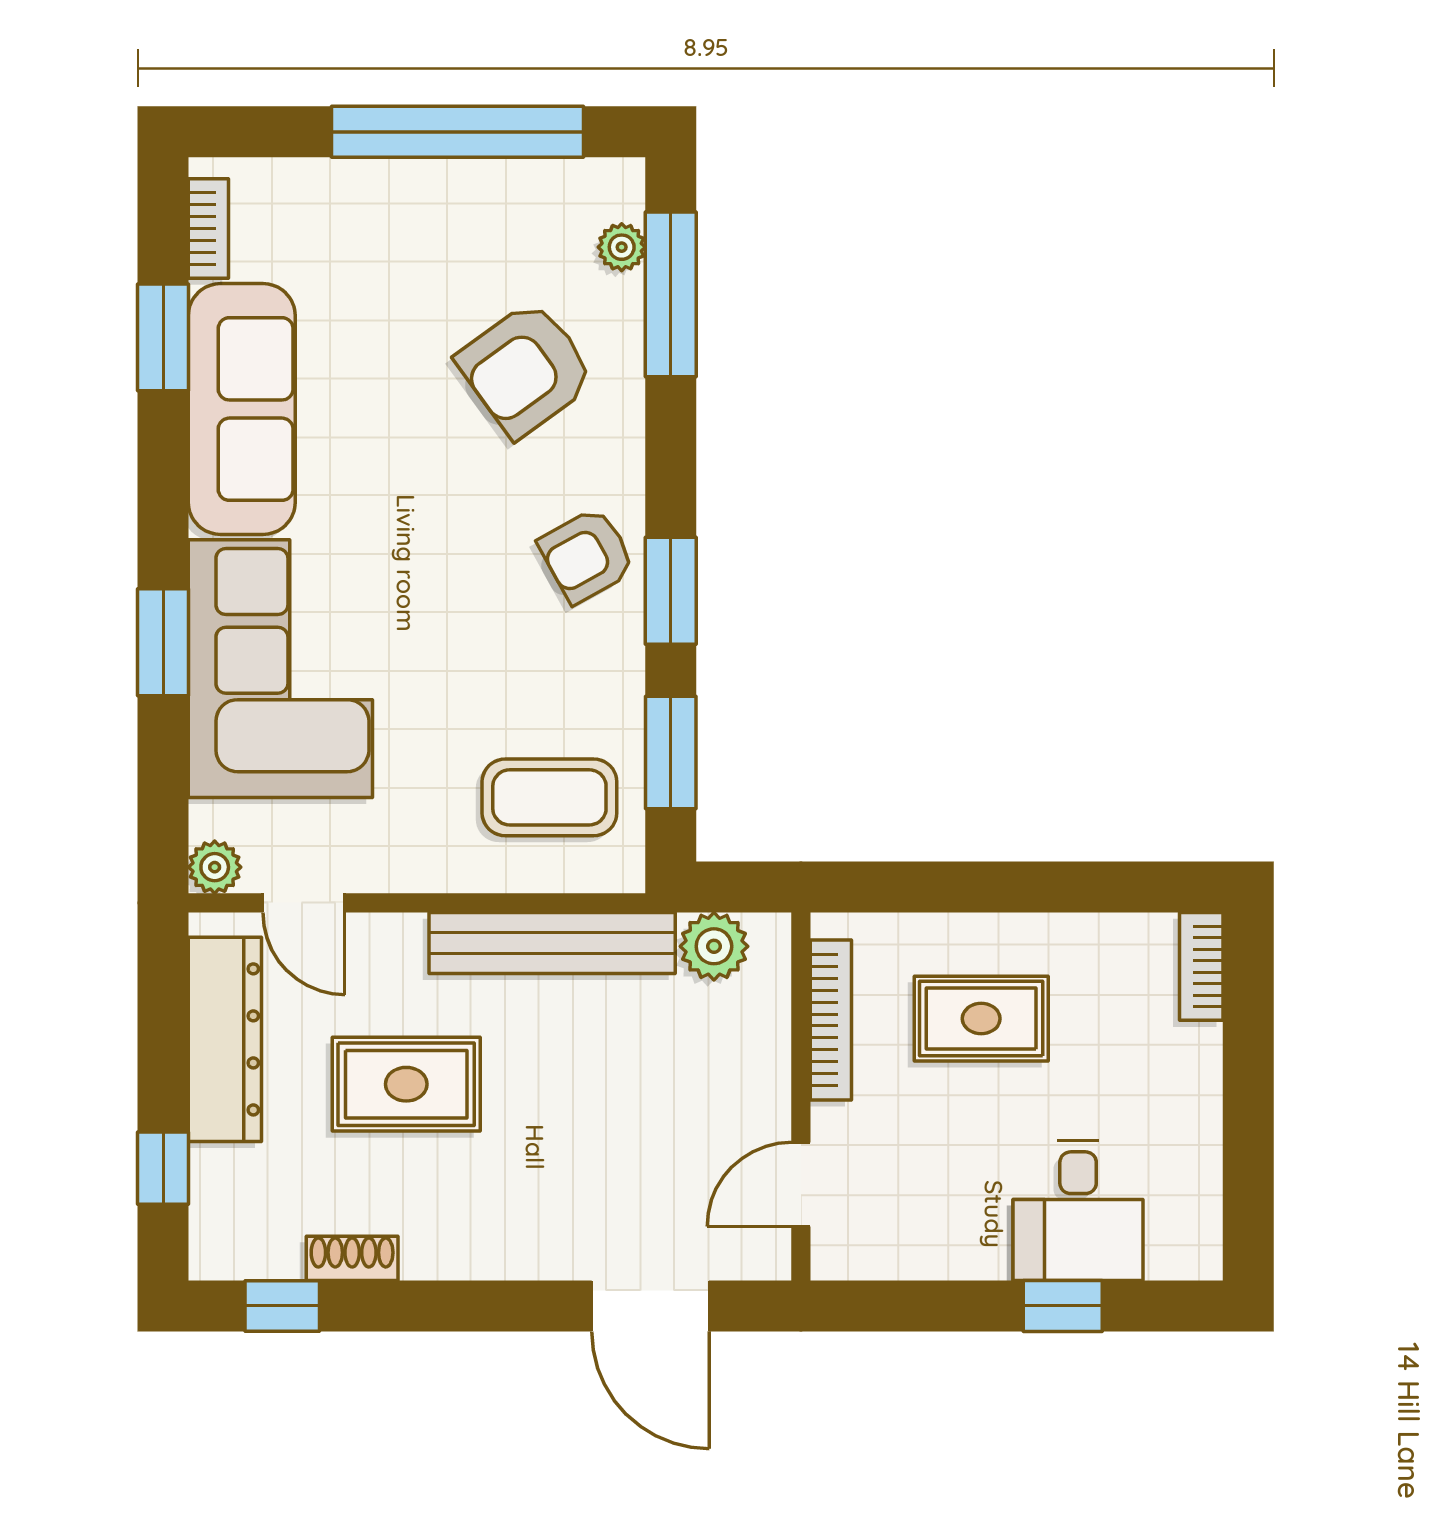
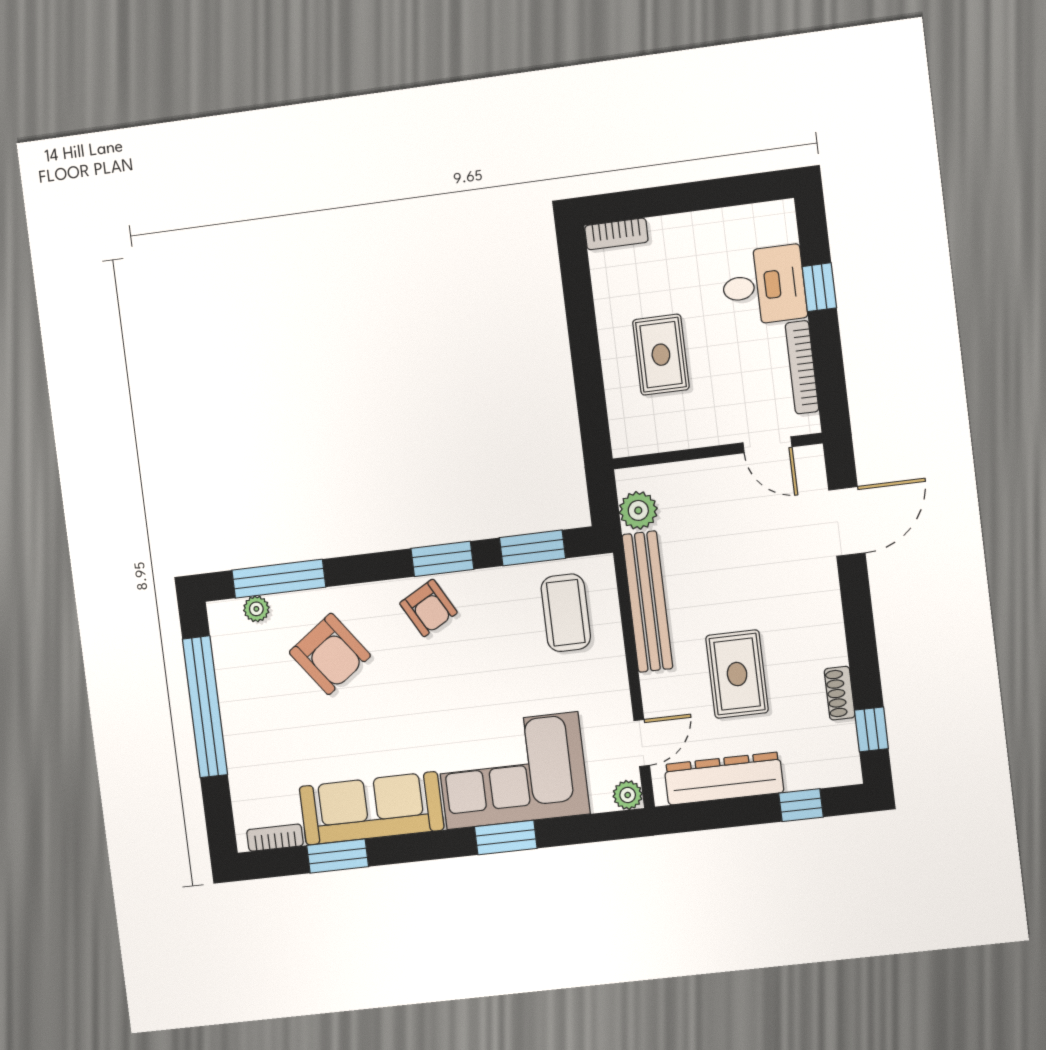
bookcase: (831, 1020) -> (802, 367), moved, turned -90

